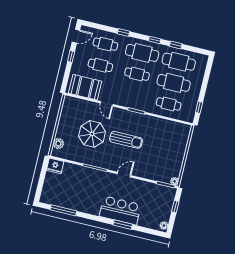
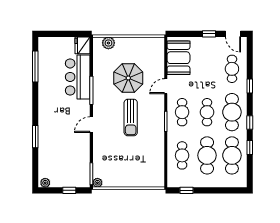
cafe table: (100, 65) -> (182, 112), moved
door: (124, 175) -> (91, 125), swing flipped
bar counter: (120, 210) -> (78, 77), moved, turned 180

